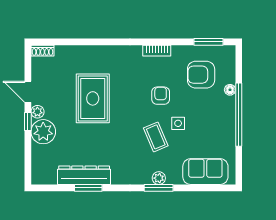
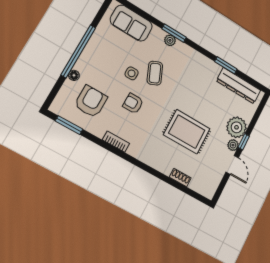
shoe rack: (42, 51) -> (180, 178), moved
armchair: (201, 75) -> (91, 101), turned -90
armchair: (161, 96) -> (133, 103), turned 90
rug: (93, 98) -> (187, 132), turned 90
dresser: (84, 175) -> (239, 86), moved

